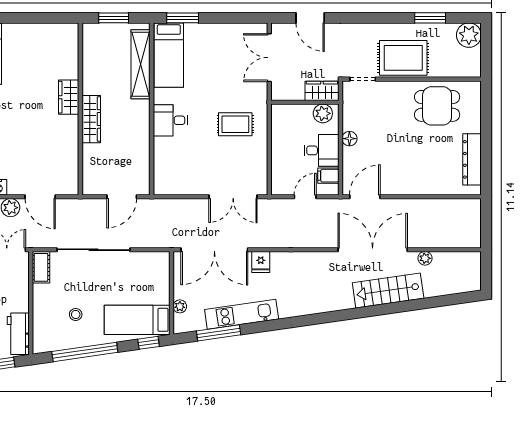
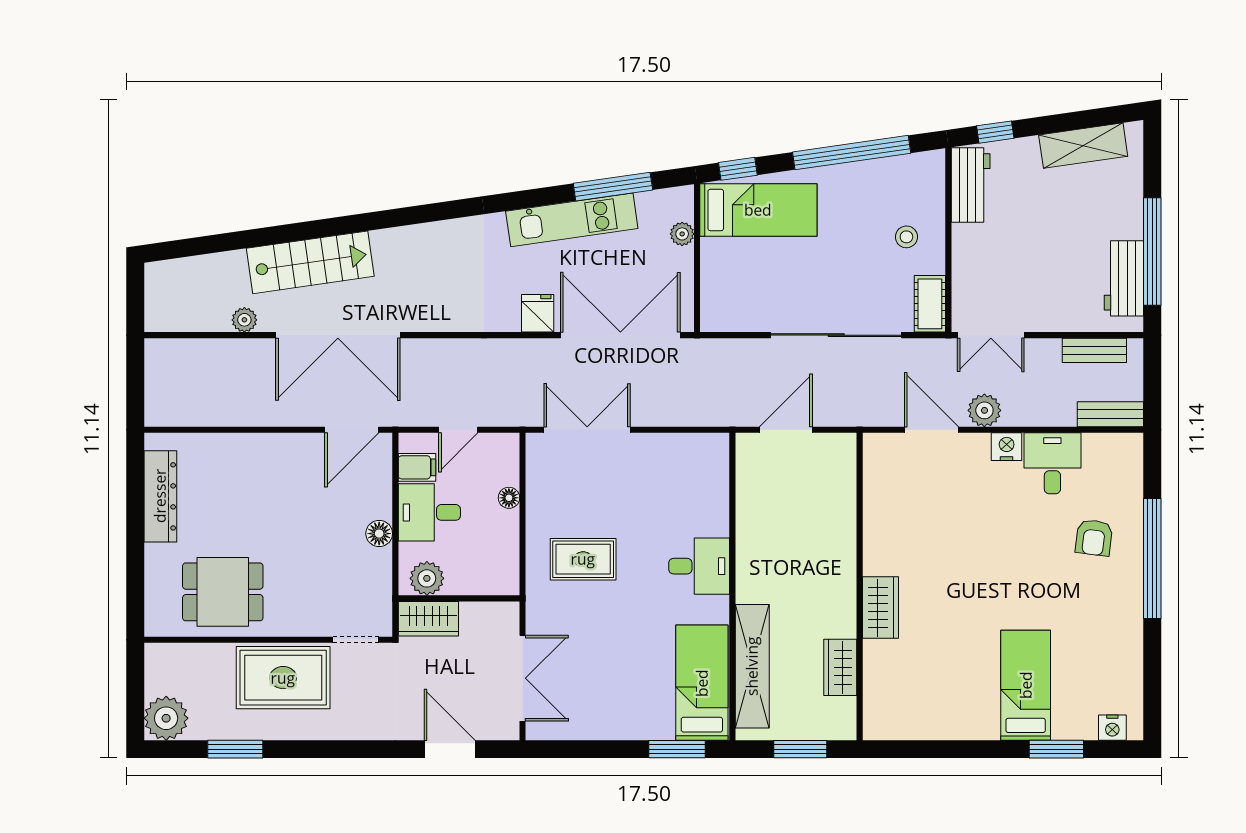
wardrobe: (91, 119) -> (840, 667), moved, width x0.67
floor lamp: (277, 159) -> (509, 498), added
stool: (76, 314) -> (906, 237), moved

